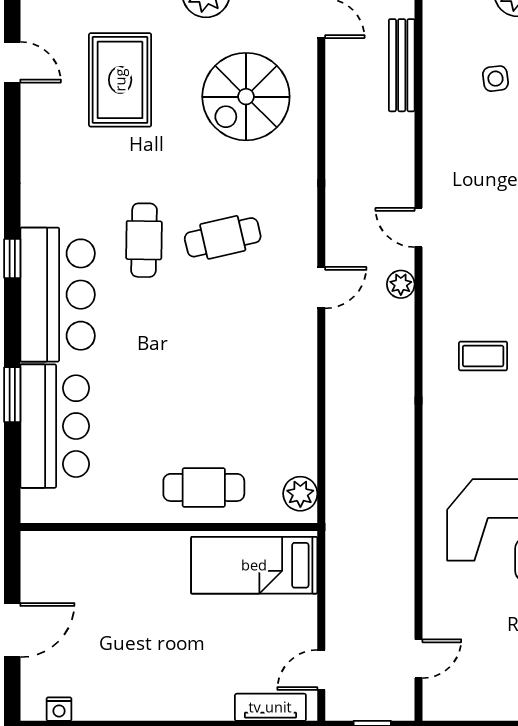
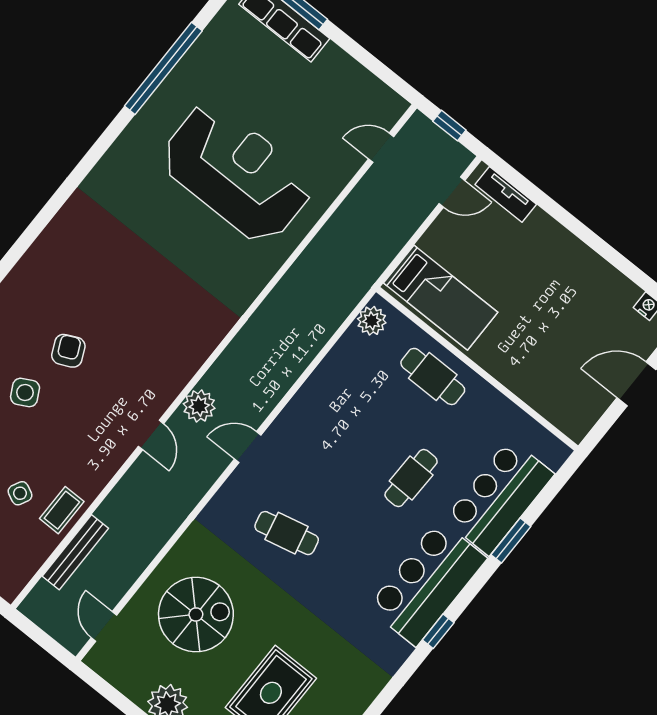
side table: (495, 79) -> (20, 493), turned 33
cafe table: (144, 240) -> (411, 478), moved
plant: (401, 284) -> (199, 406), width x1.38, depth x1.38
coffee table: (483, 356) -> (62, 510), moved, turned 90

